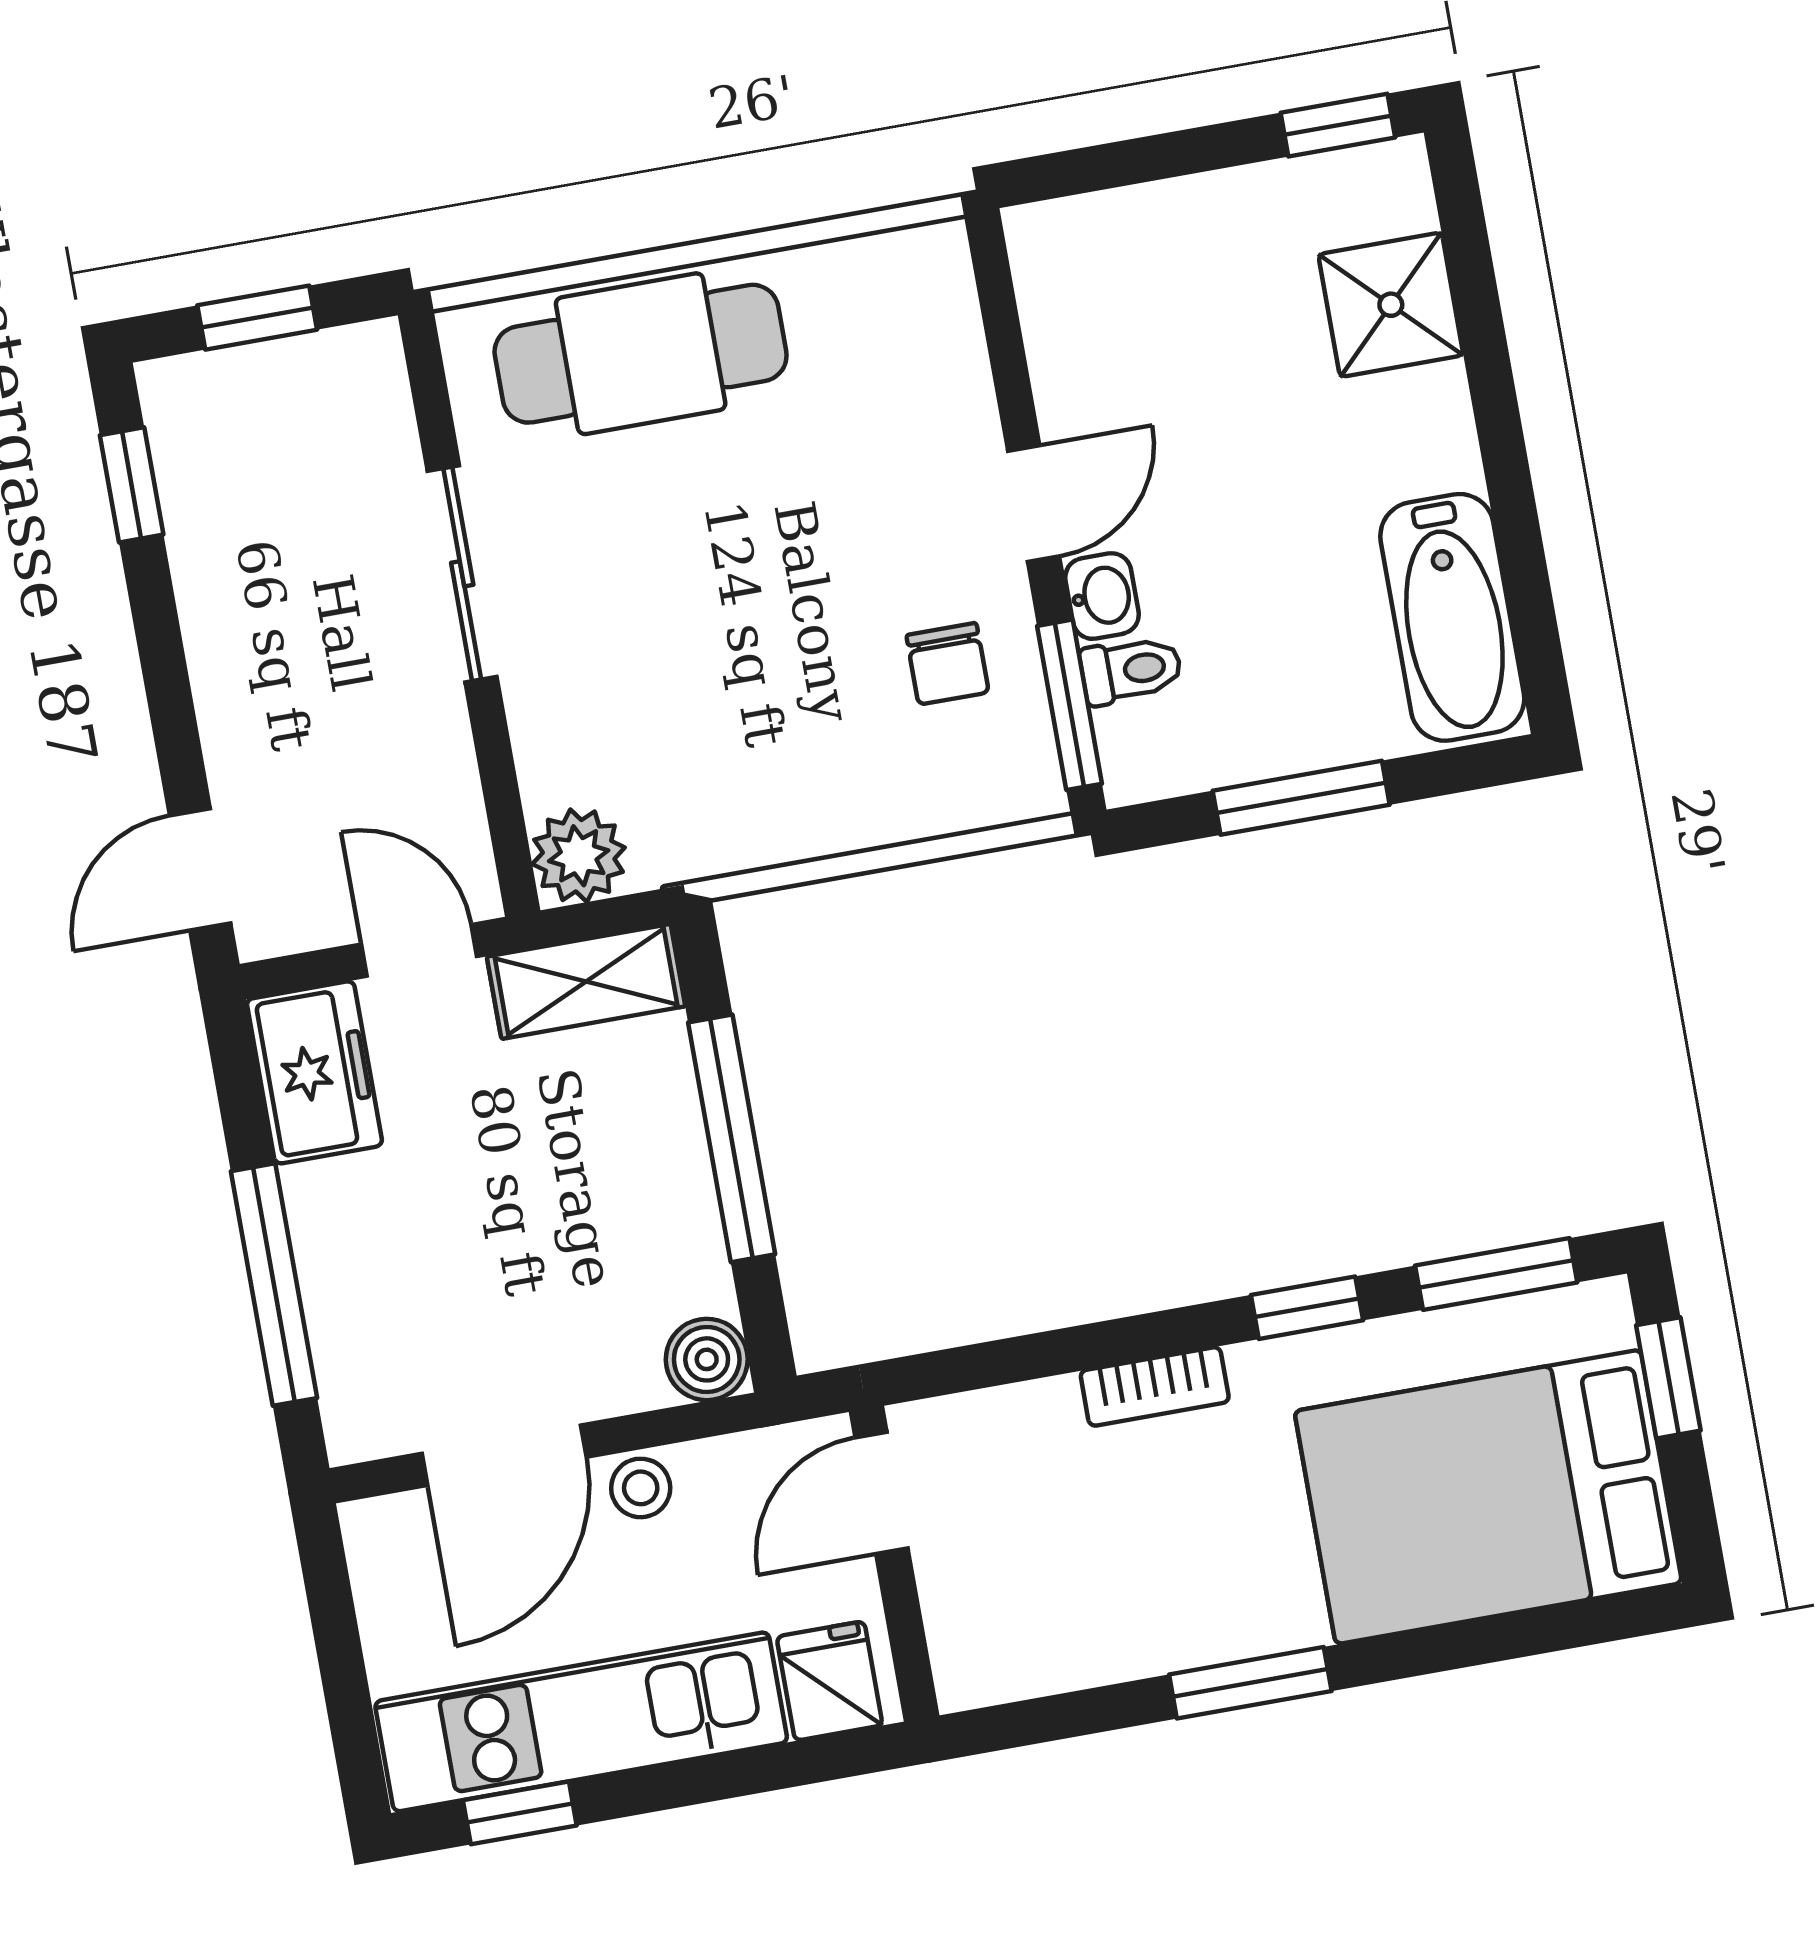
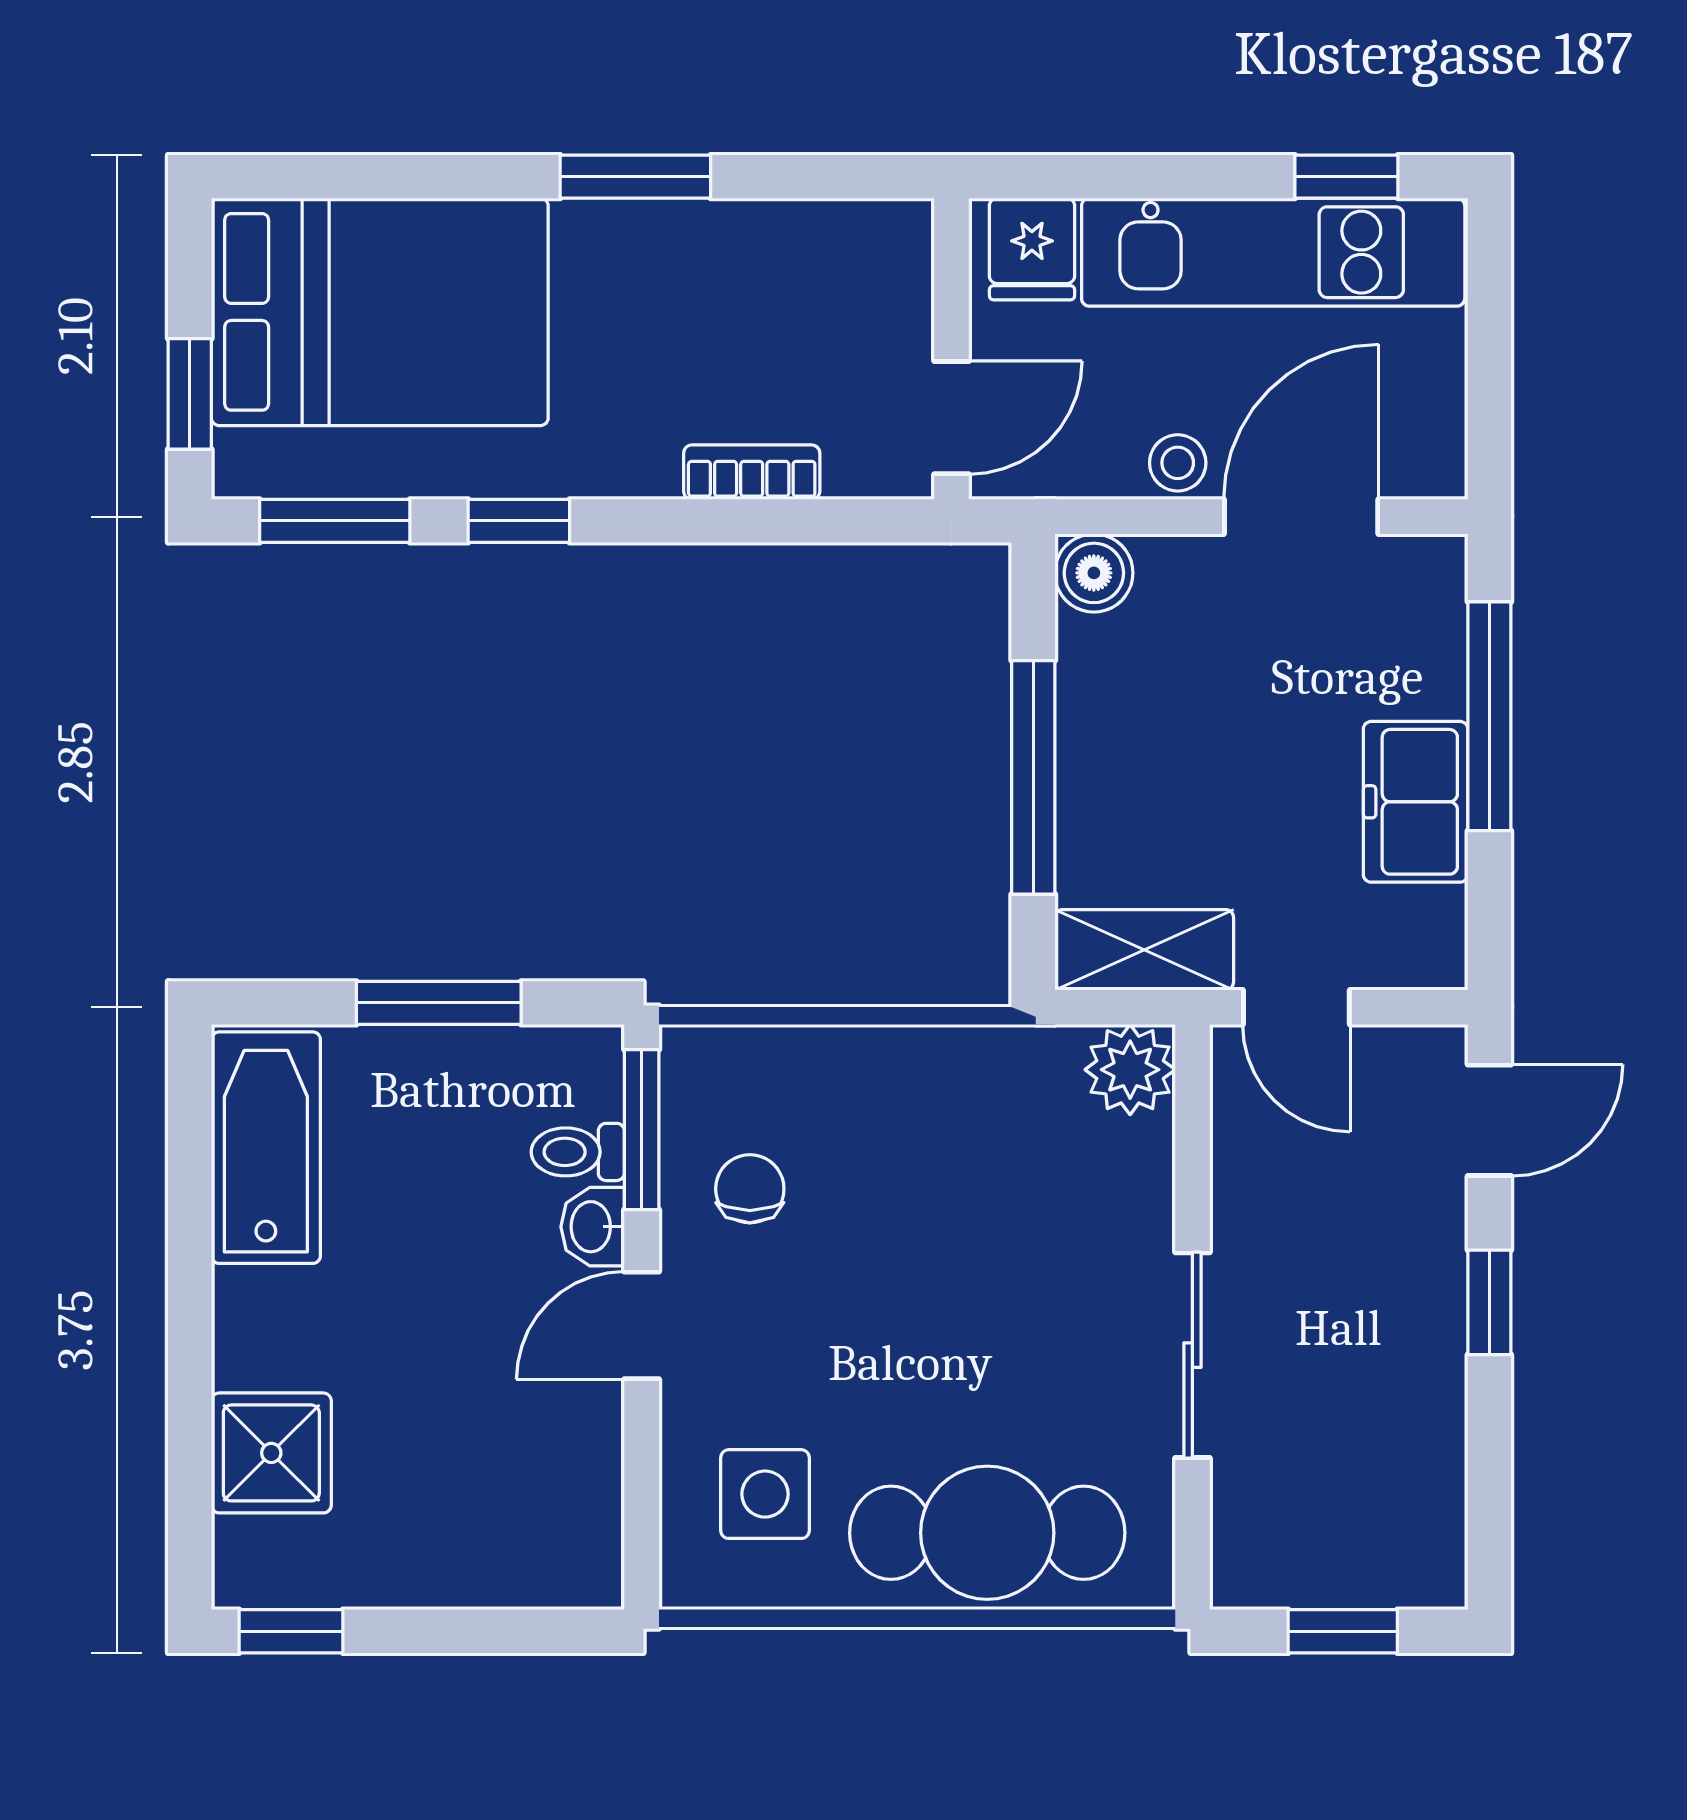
side table: (876, 353) -> (765, 1494), added
window: (132, 485) -> (1489, 1302), moved
freezer: (314, 1072) -> (1416, 802), moved
bookcase: (1155, 1386) -> (752, 472), moved

